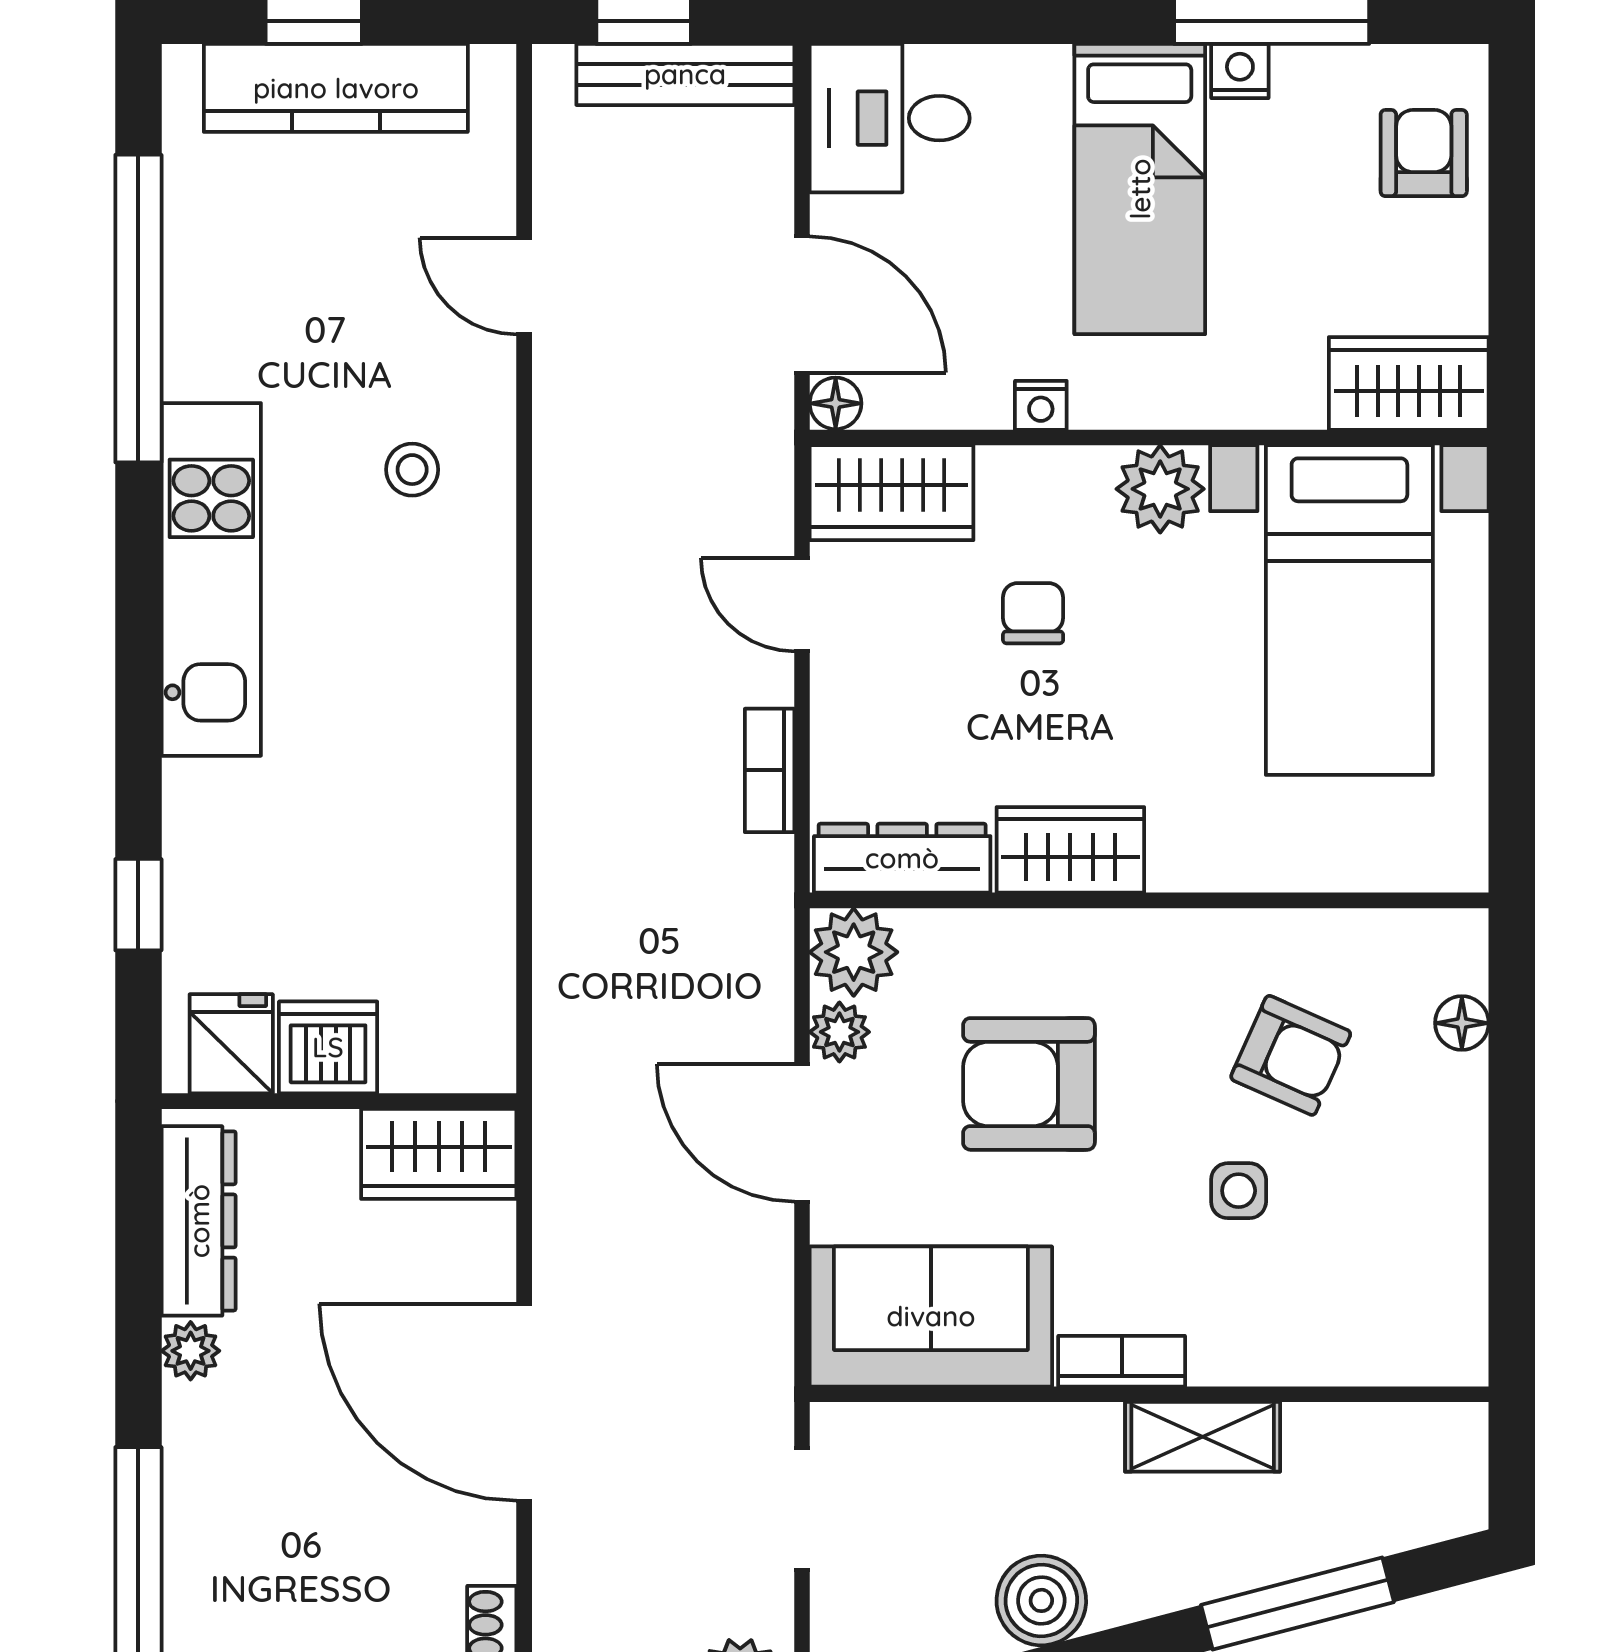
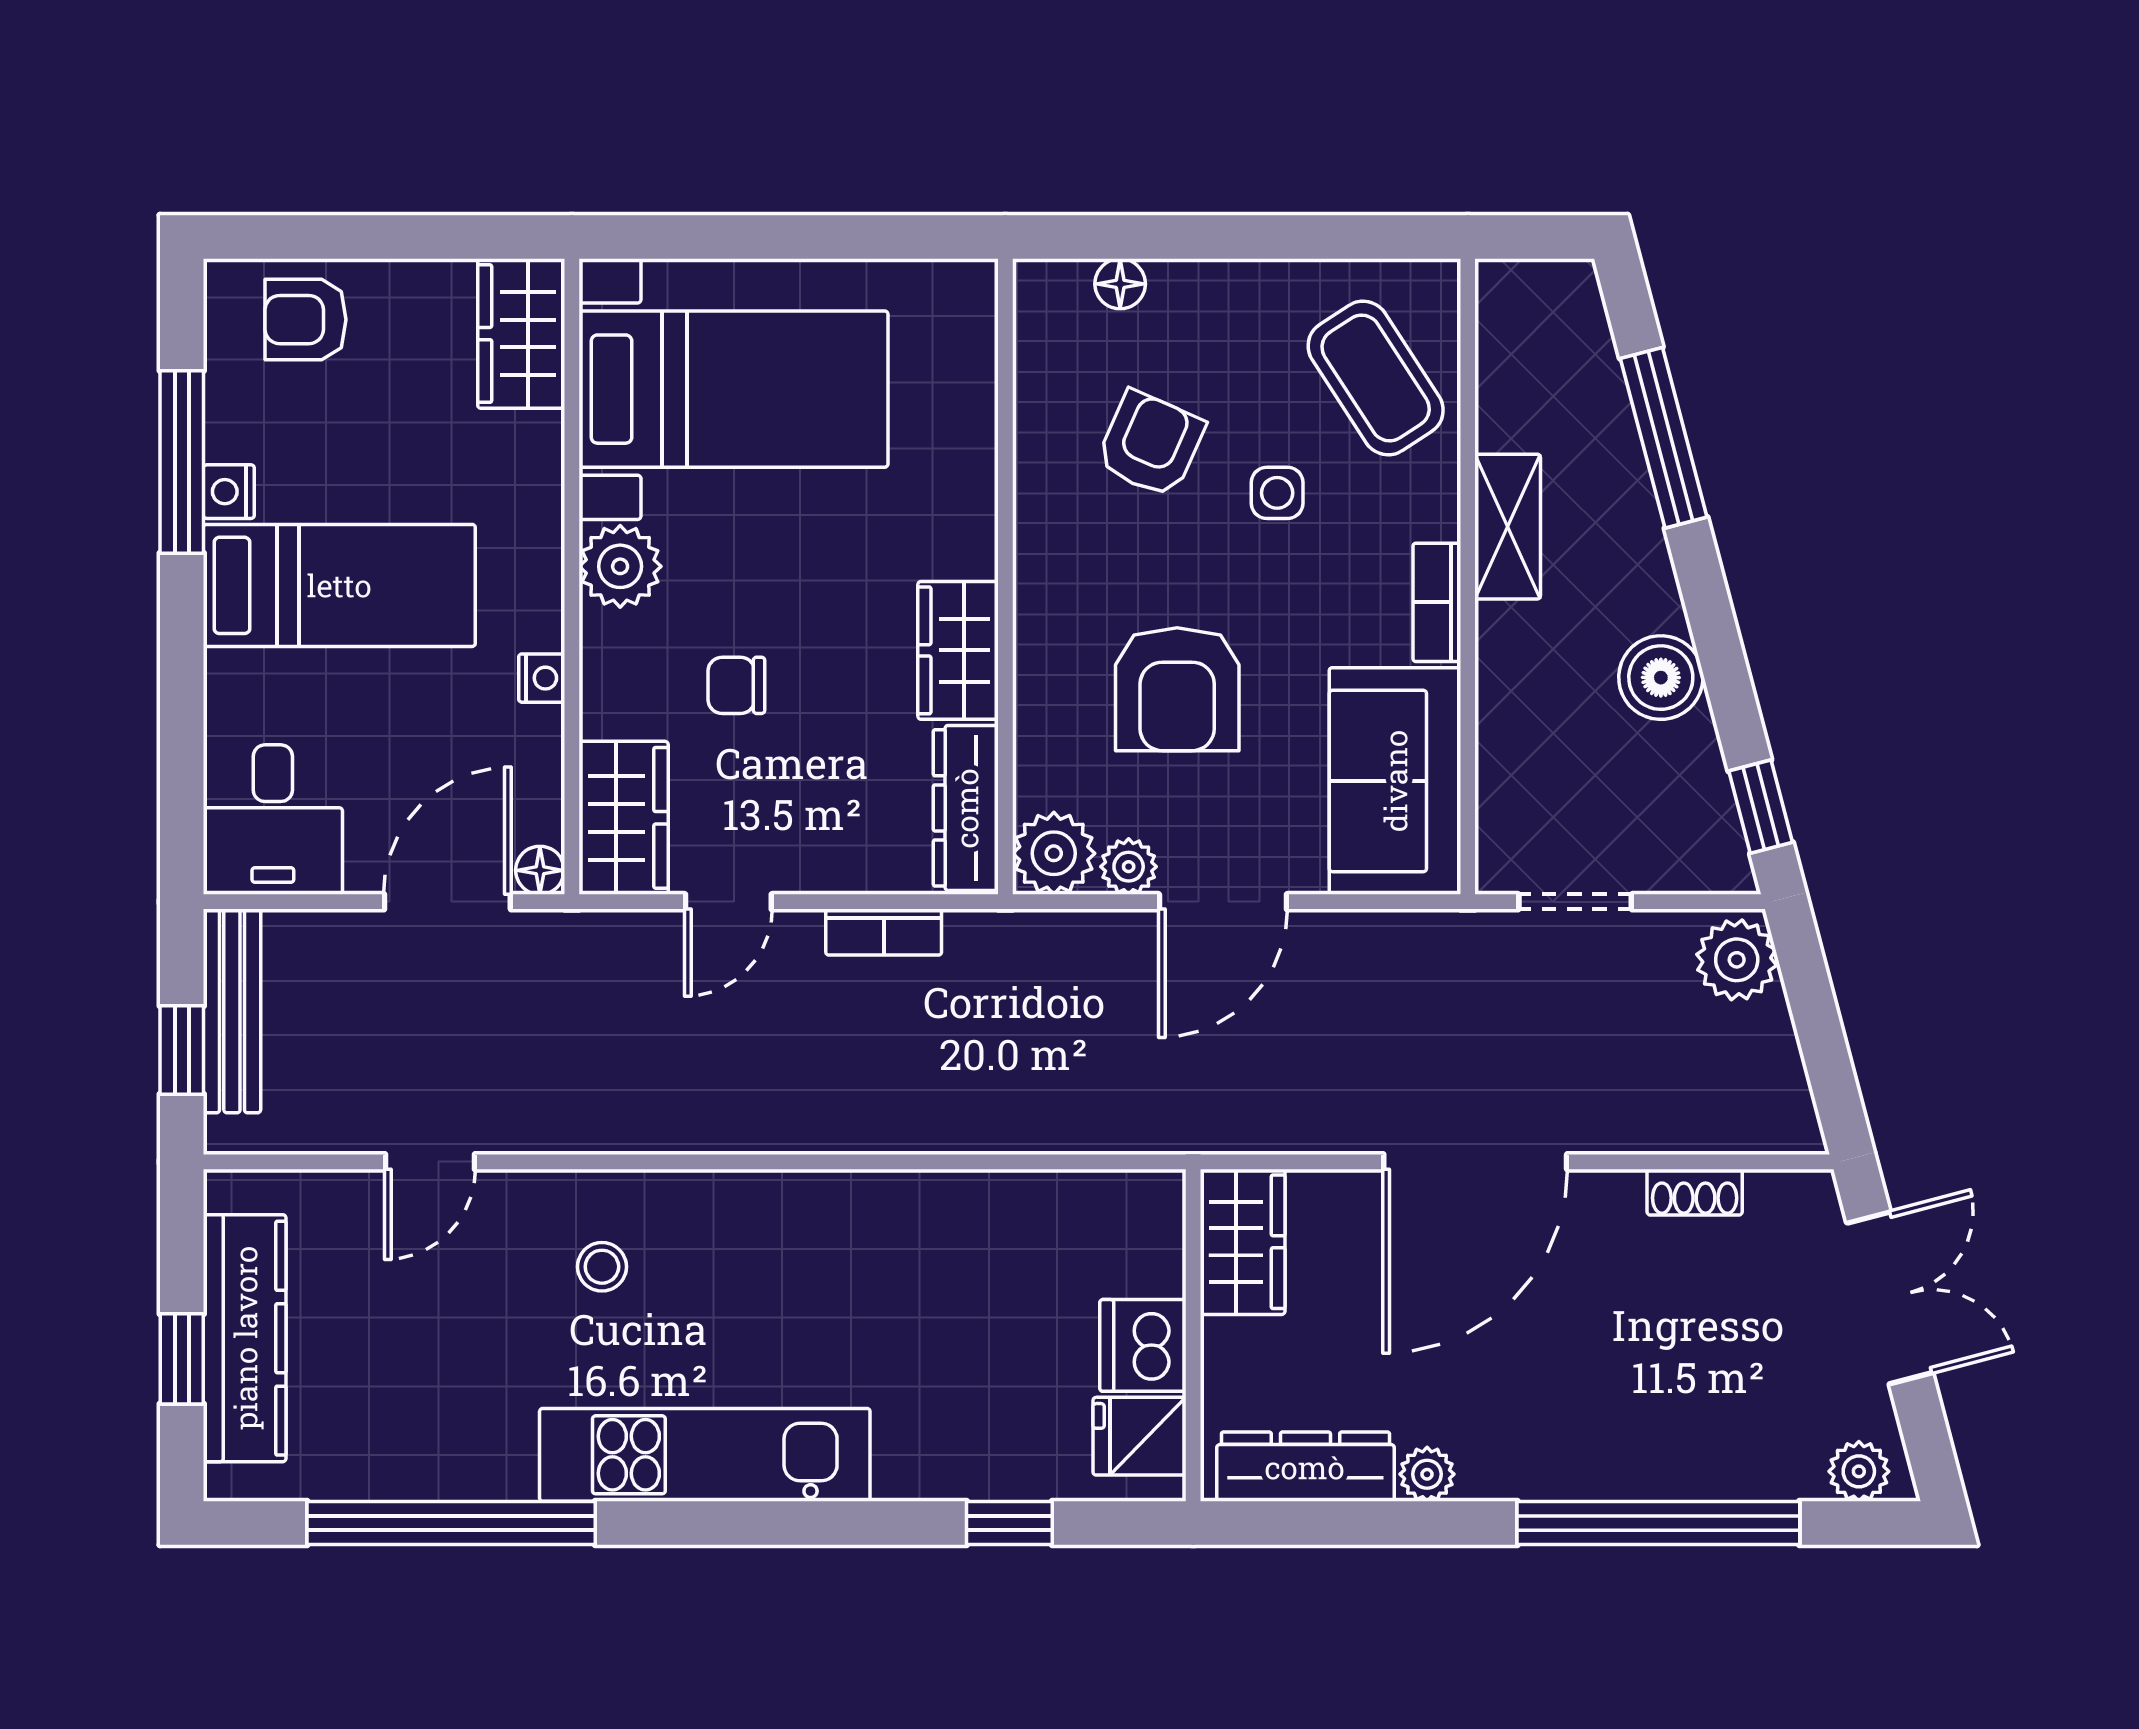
coffee table: (1361, 1296) -> (1376, 378), added

